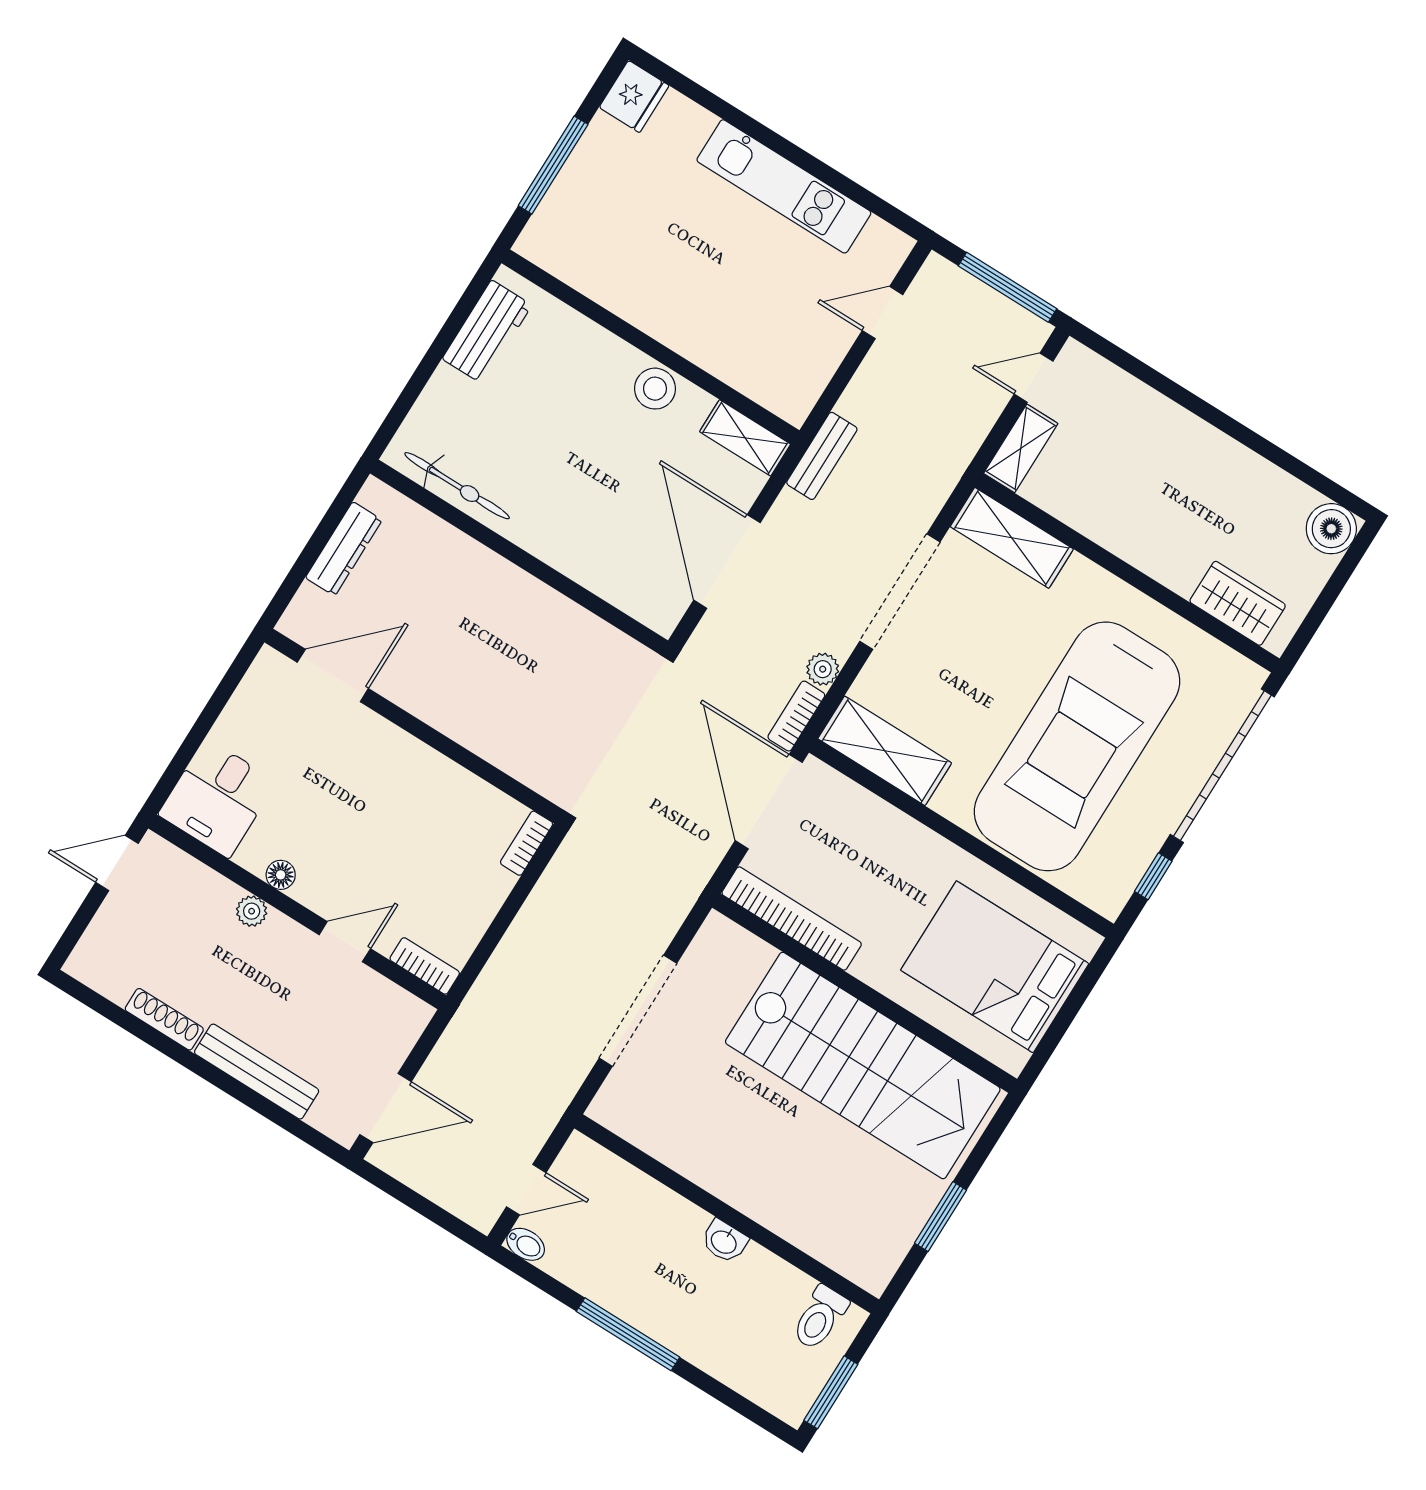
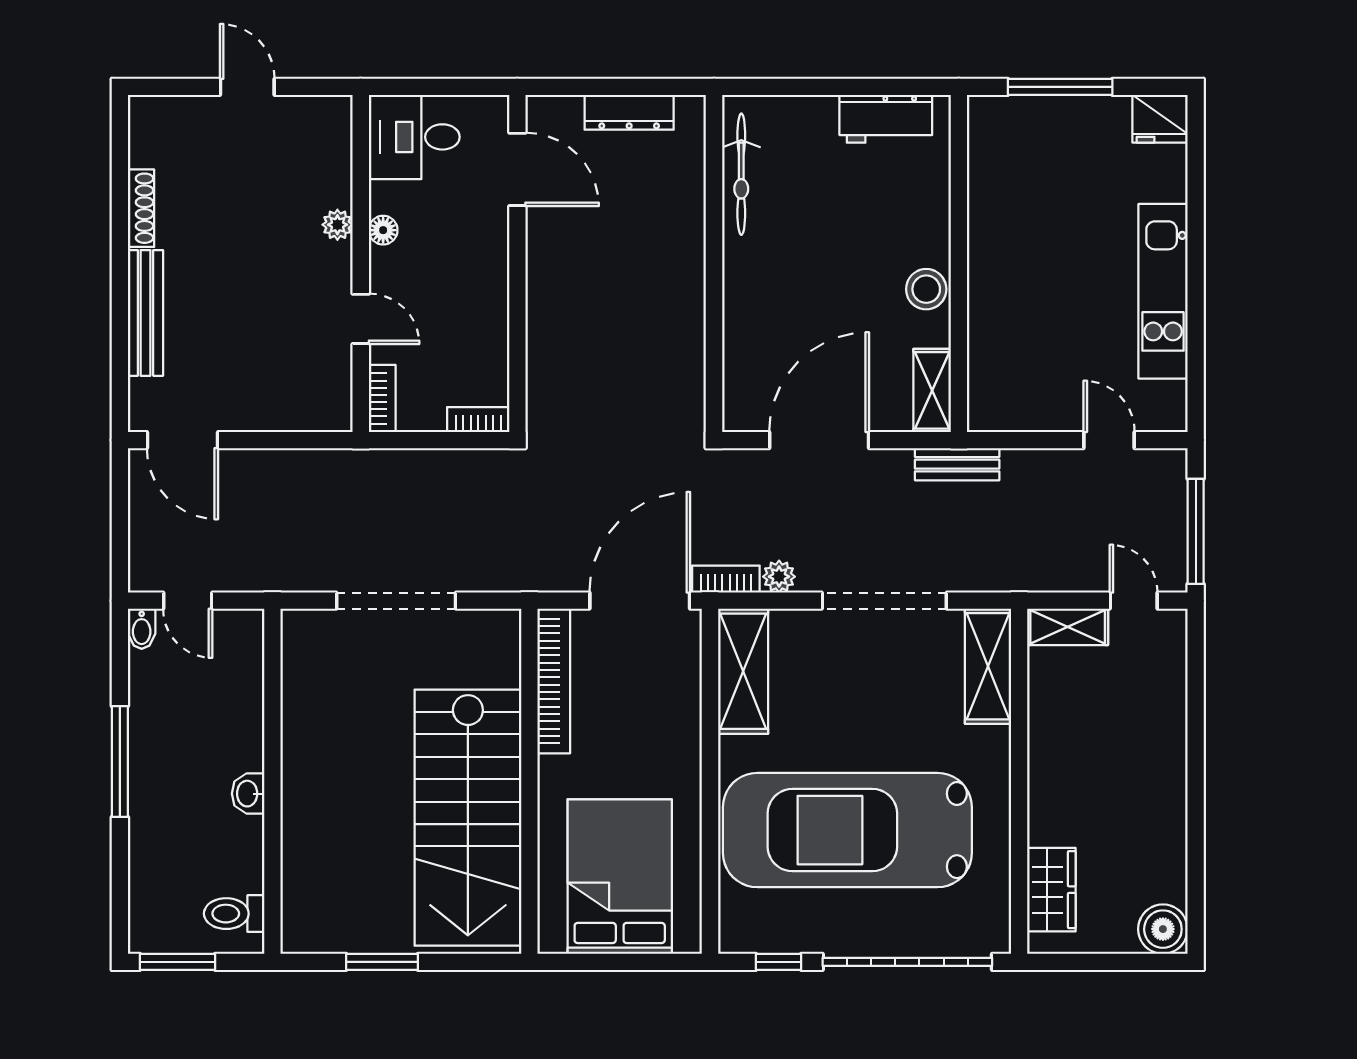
desk: (217, 798) -> (414, 137), moved
floor lamp: (281, 875) -> (383, 230), moved
plant: (252, 911) -> (337, 225), moved
wall: (297, 912) -> (361, 263), moved
door: (345, 942) -> (361, 319), moved
bookcase: (425, 966) -> (382, 398), moved

